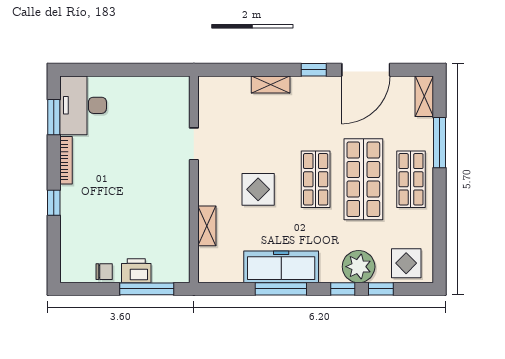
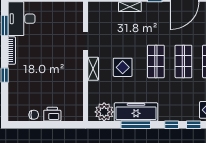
shop shelf: (363, 179) -> (183, 61), width x0.70, depth x0.74
shelving: (207, 226) -> (93, 69), moved
plant: (359, 267) -> (104, 112), moved
window: (147, 289) -> (58, 125), removed

